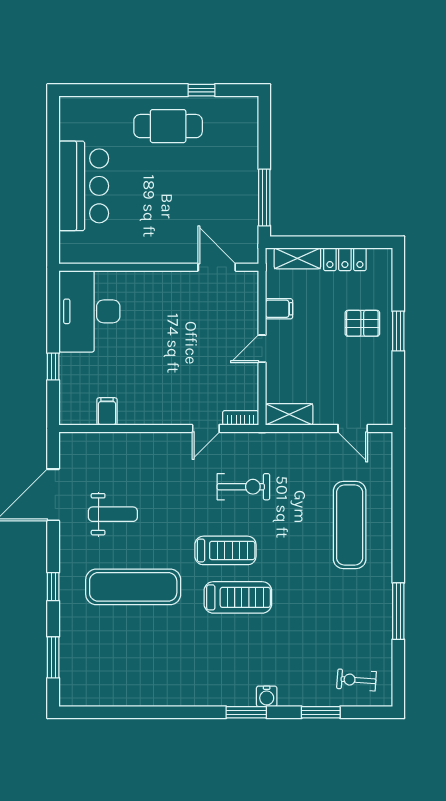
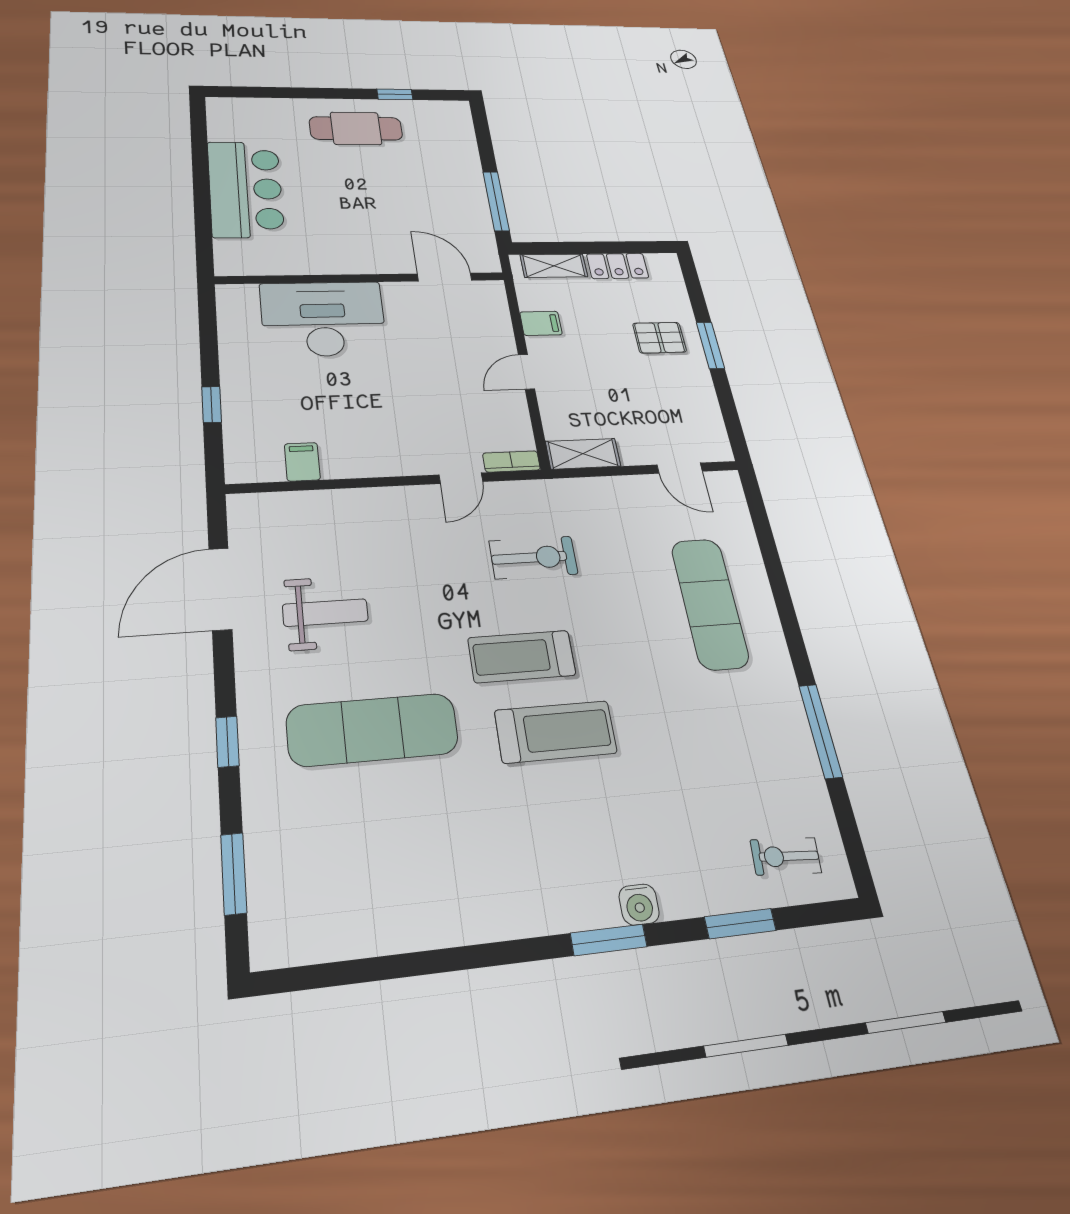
desk: (89, 311) -> (323, 319), moved, turned 90
treadmill: (225, 550) -> (522, 657), turned 180

